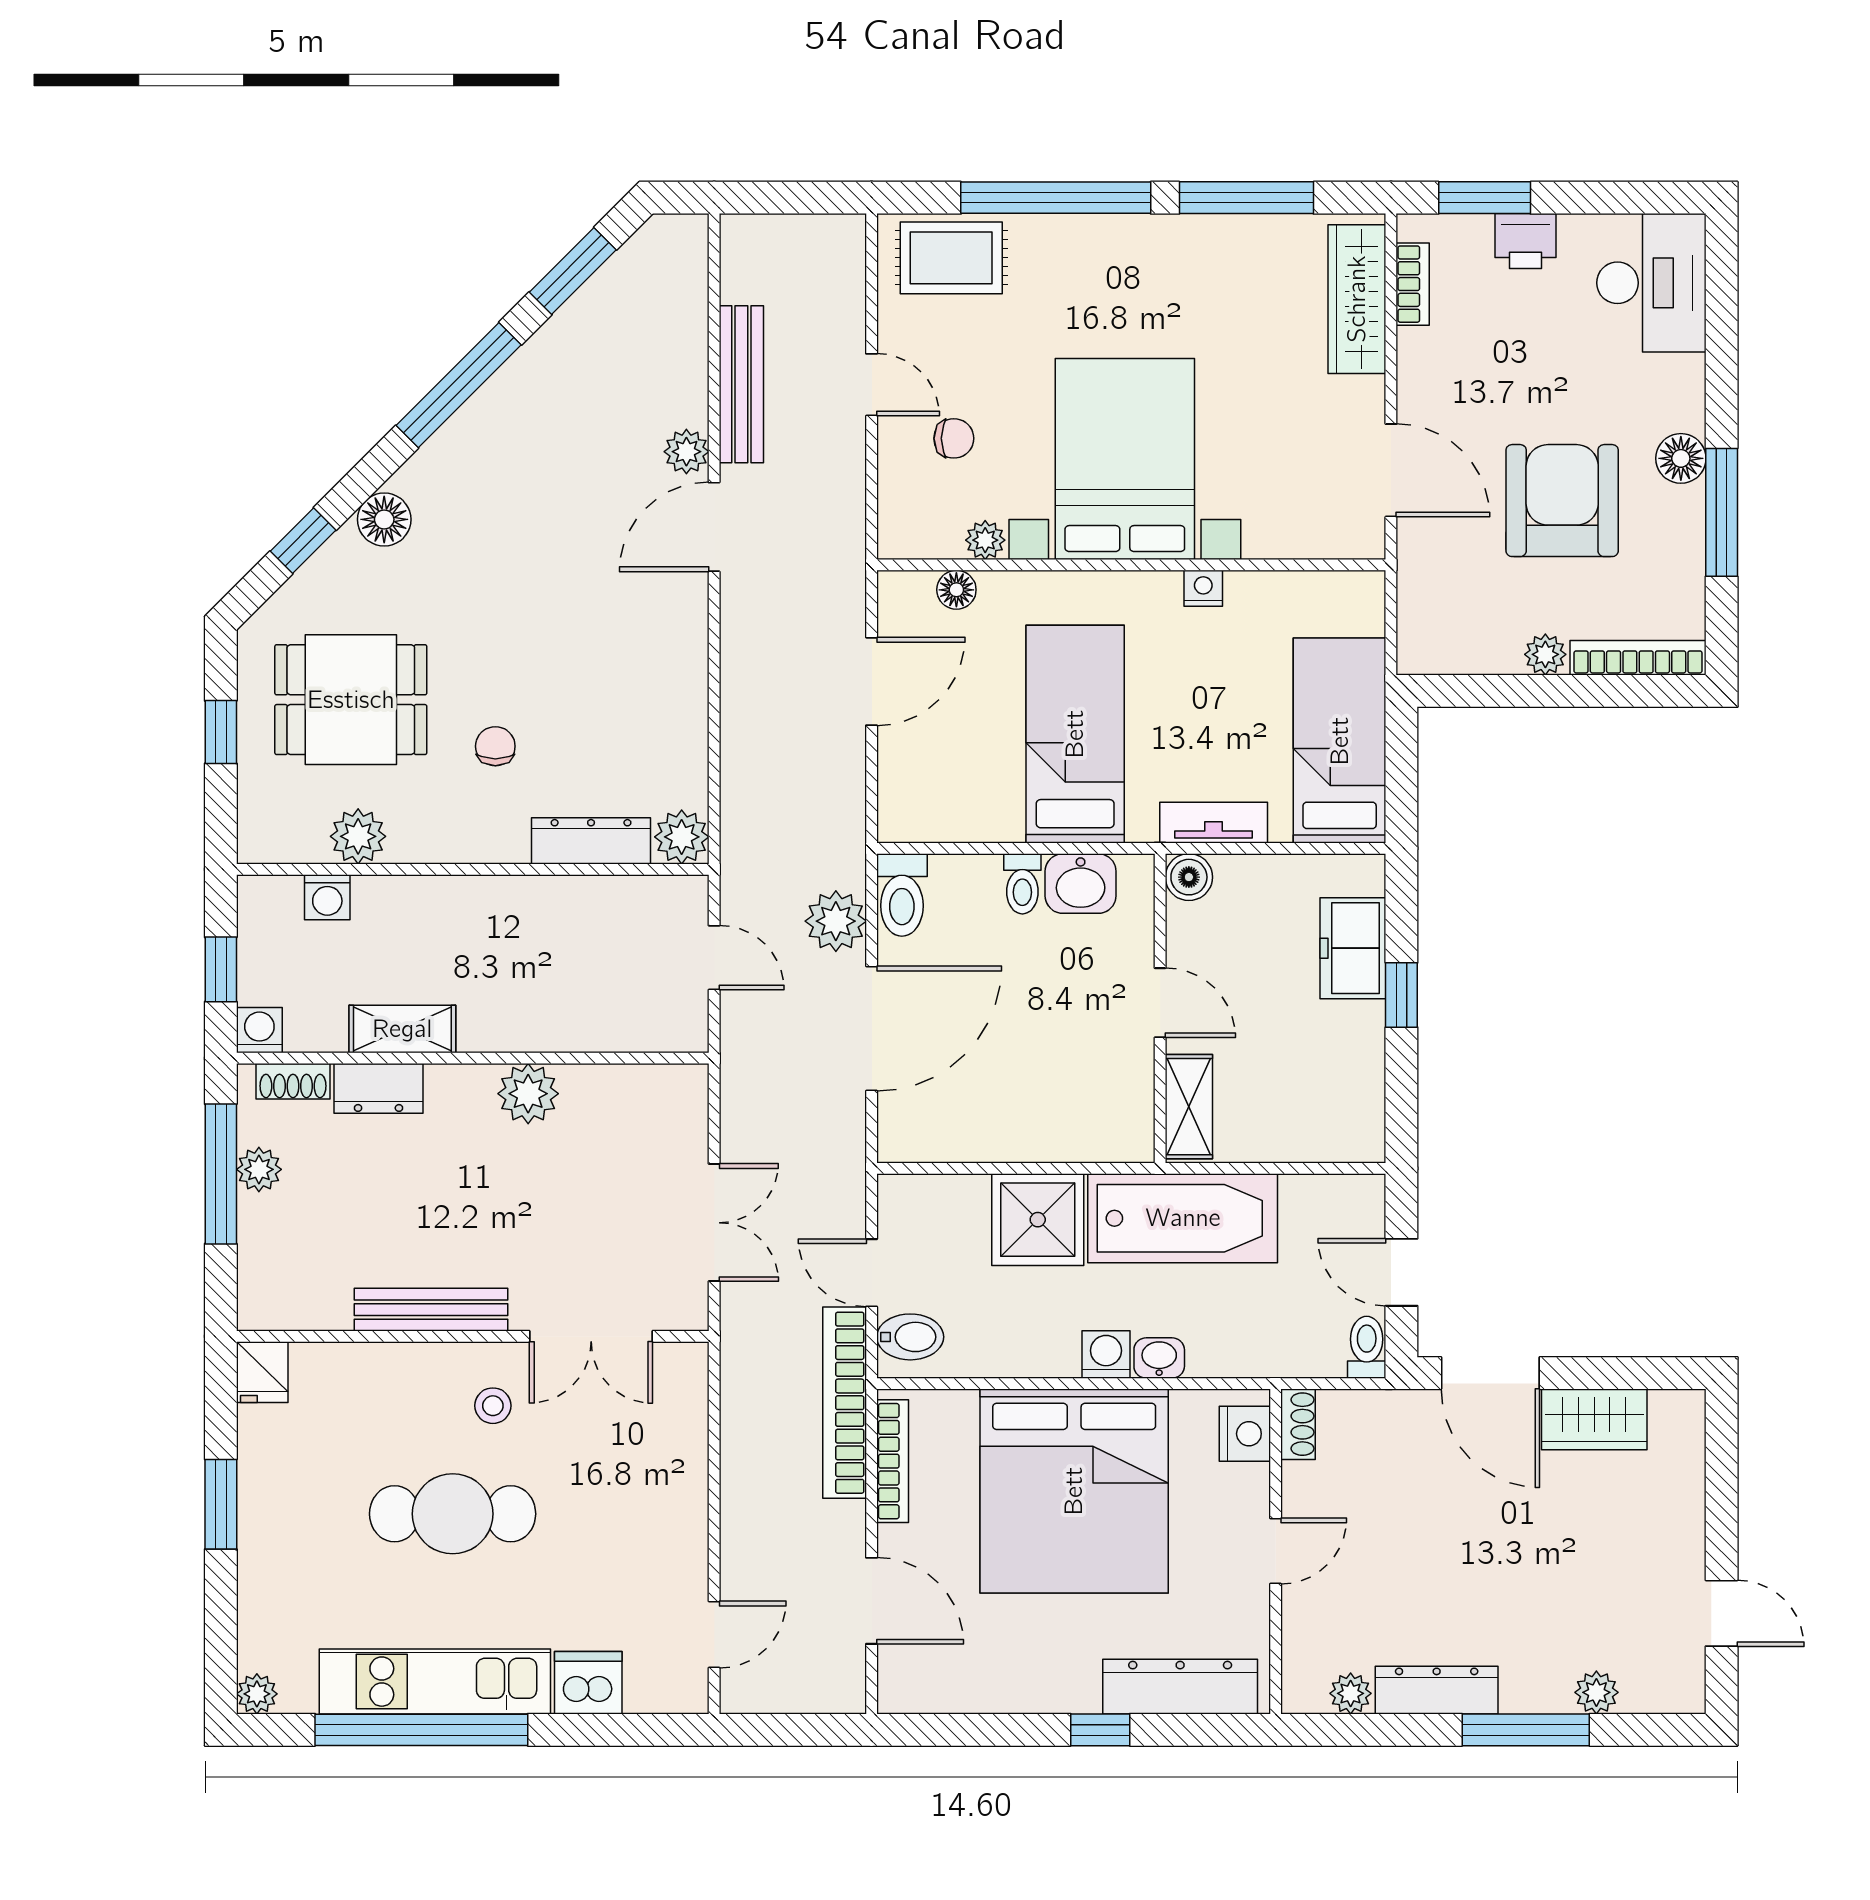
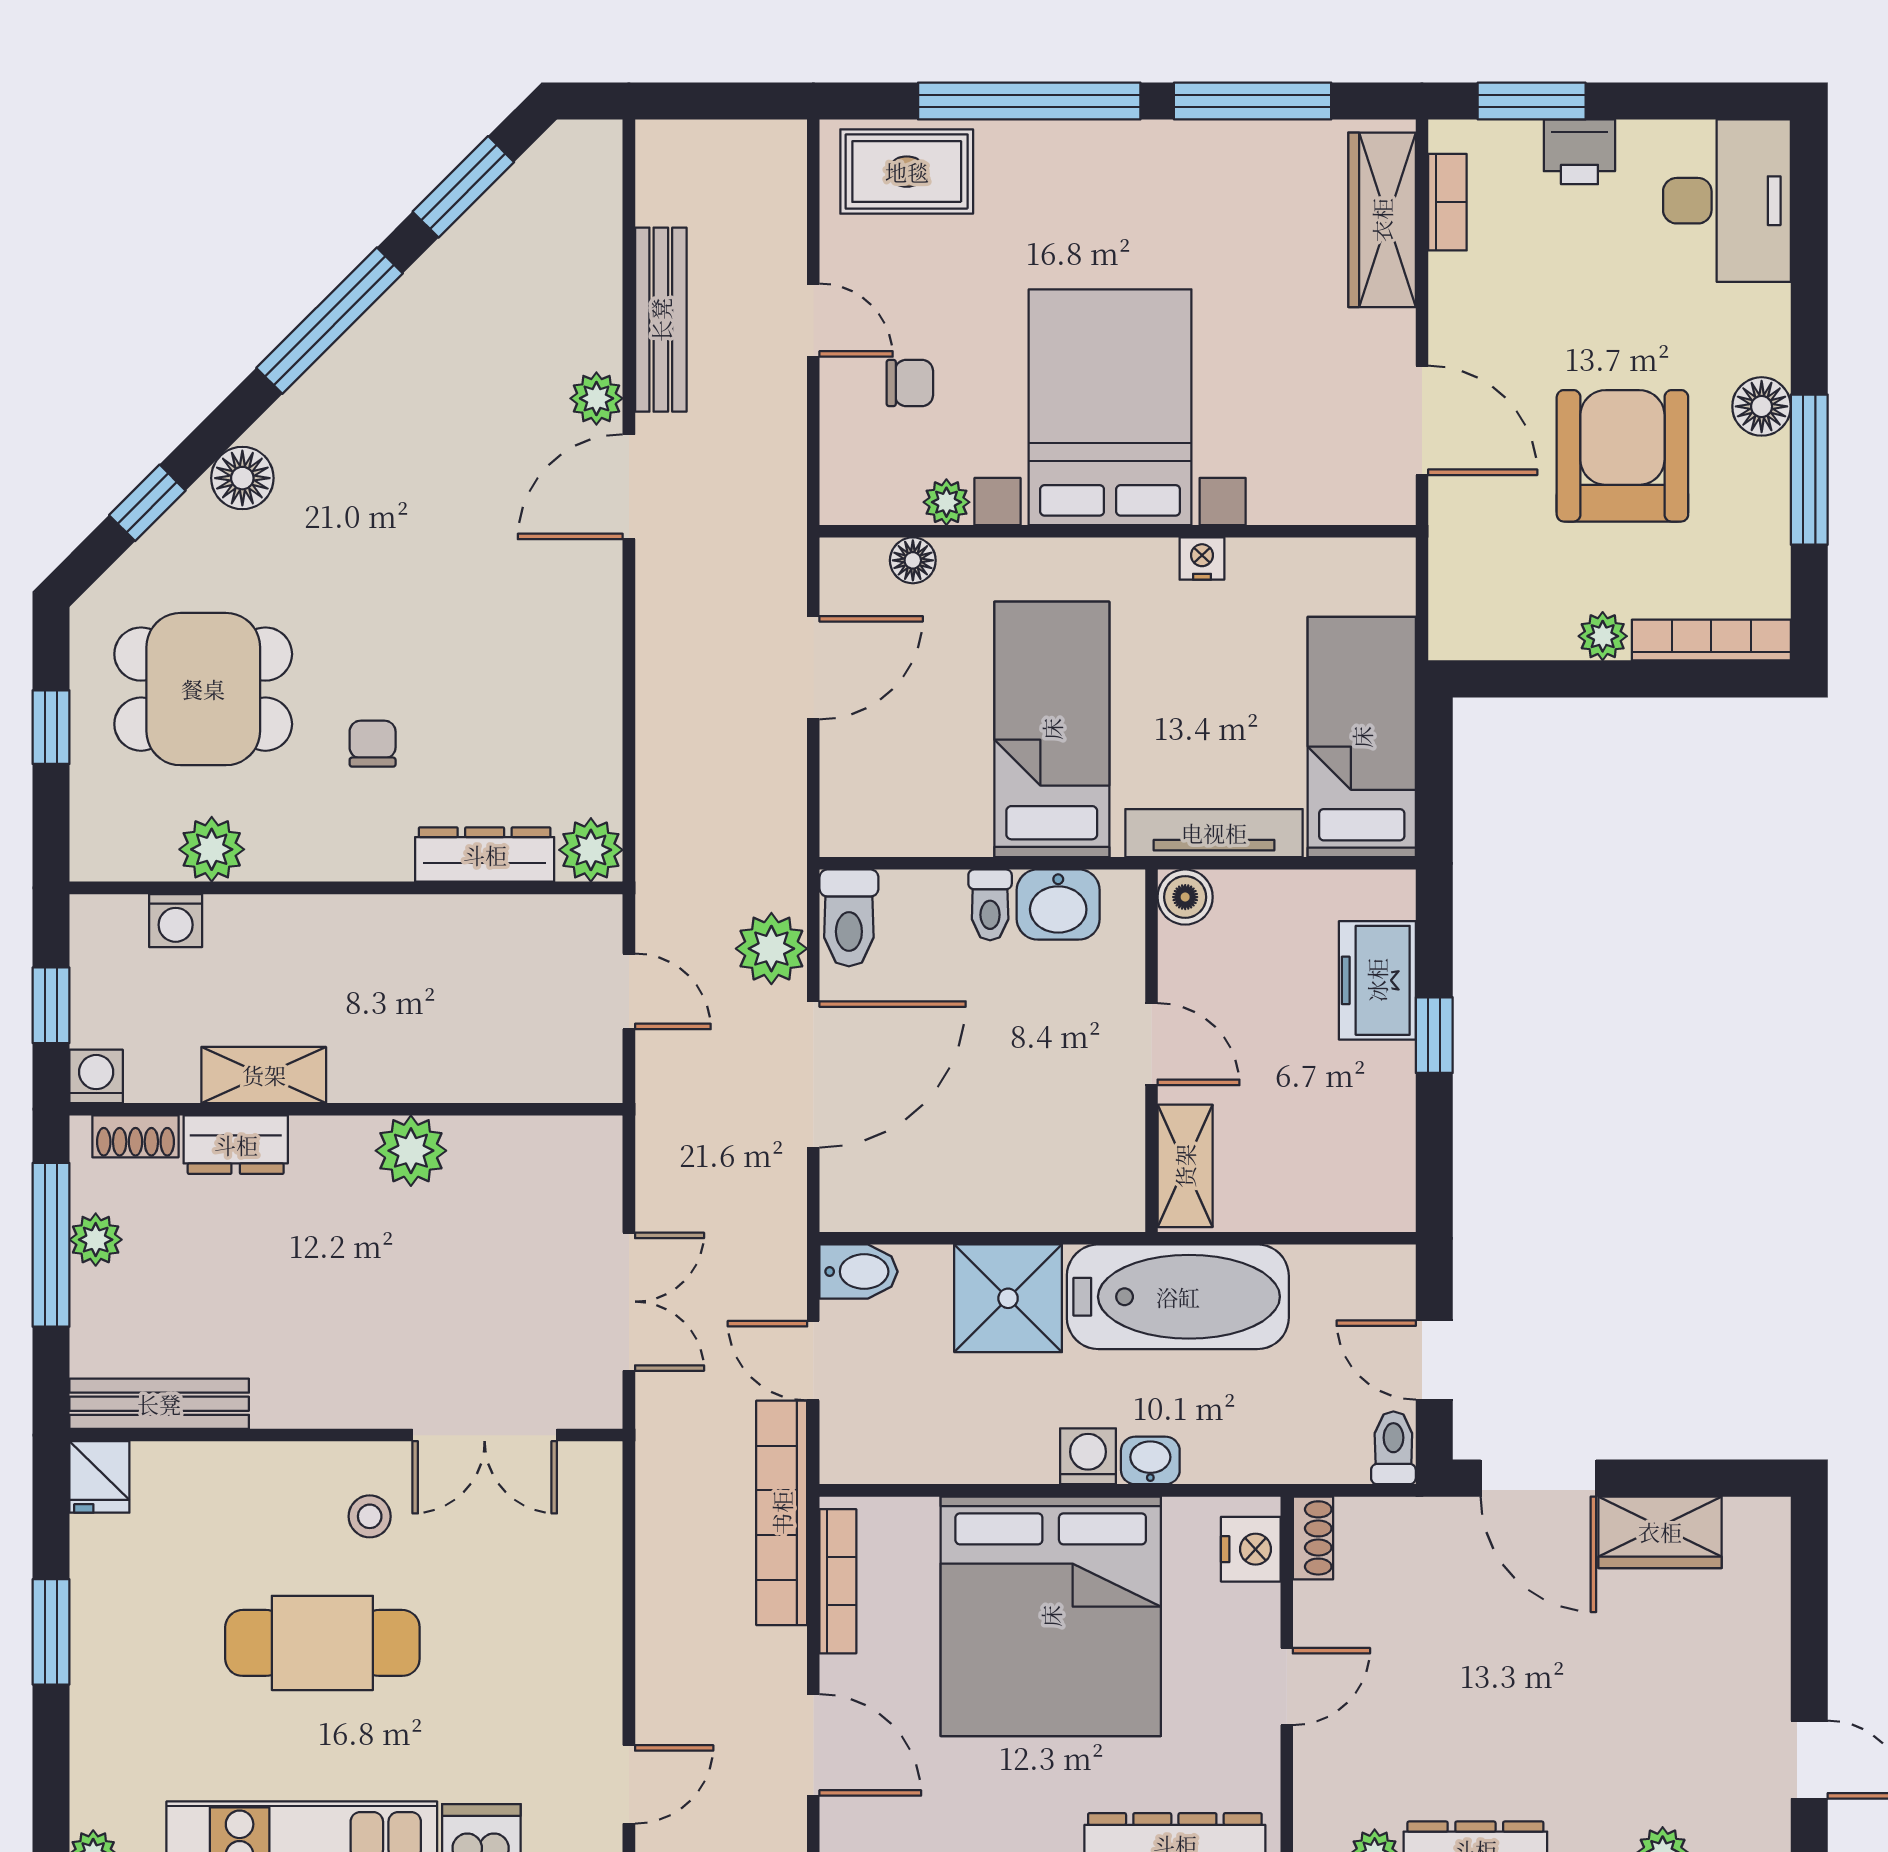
tv unit: (1214, 823) -> (1214, 833), width x1.41
bench: (431, 1310) -> (159, 1404), moved
bidet: (910, 1337) -> (859, 1272), moved

